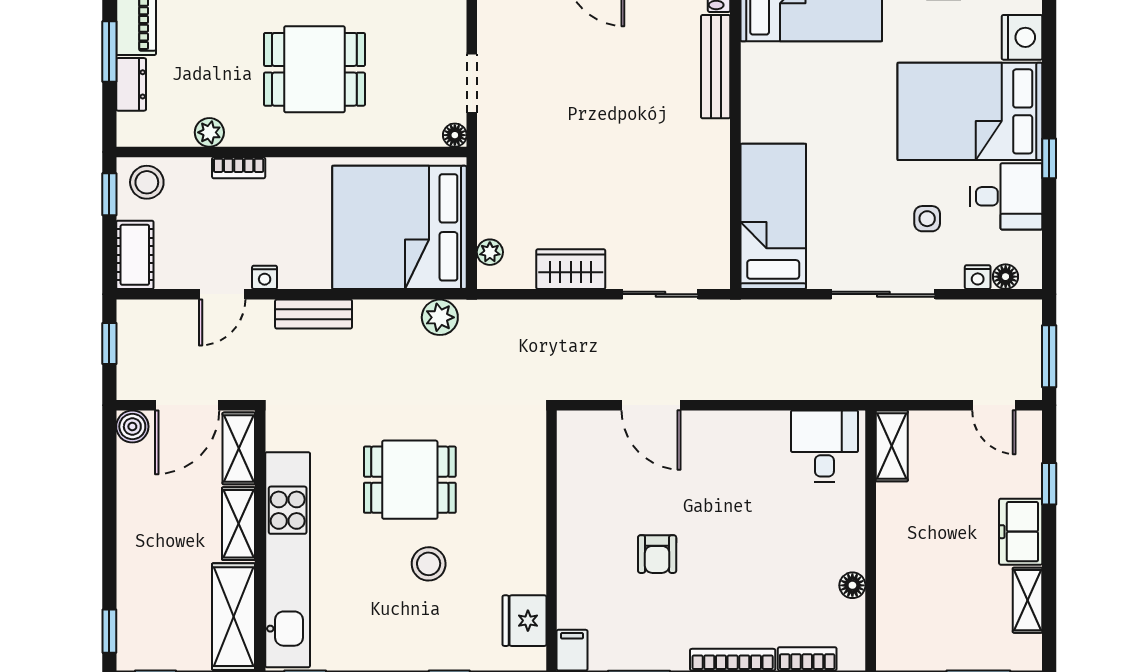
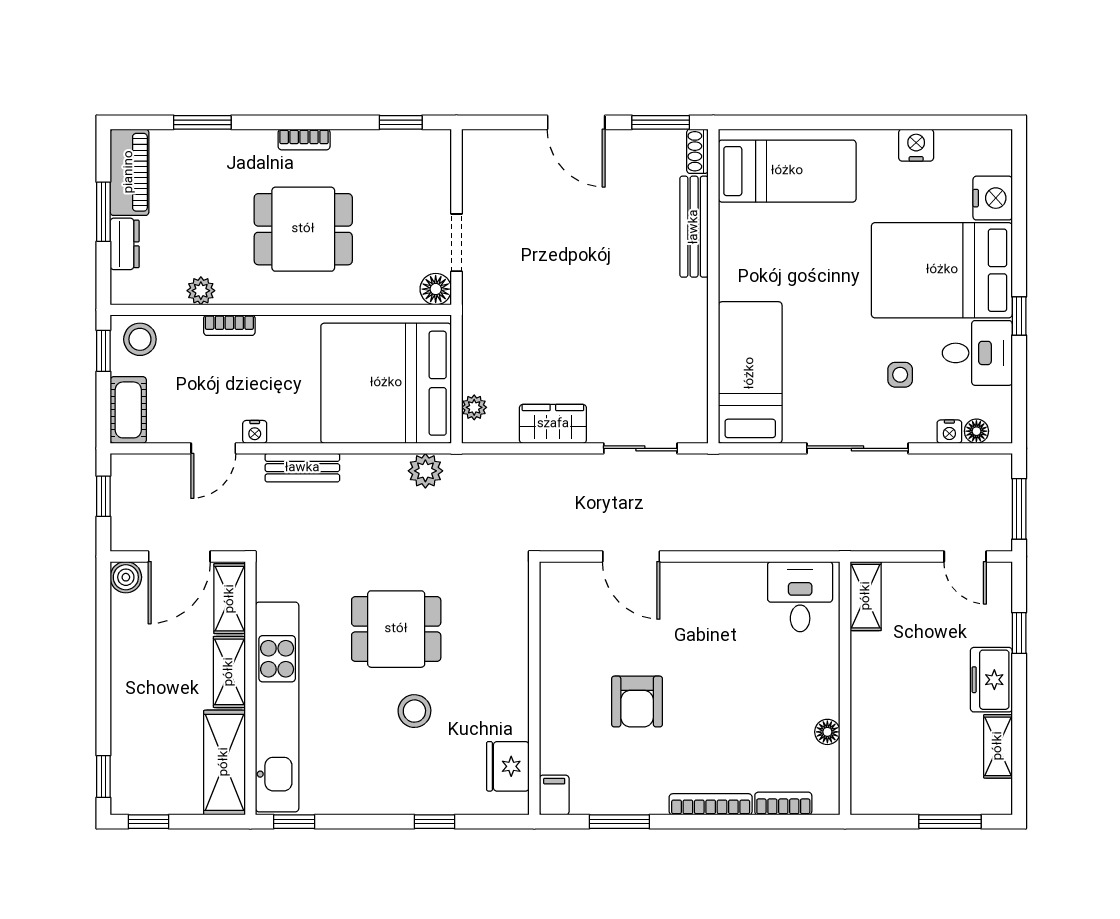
floor lamp: (455, 135) -> (436, 289), width x1.37, depth x1.37
armchair: (657, 554) -> (637, 702), width x1.38, depth x1.38

